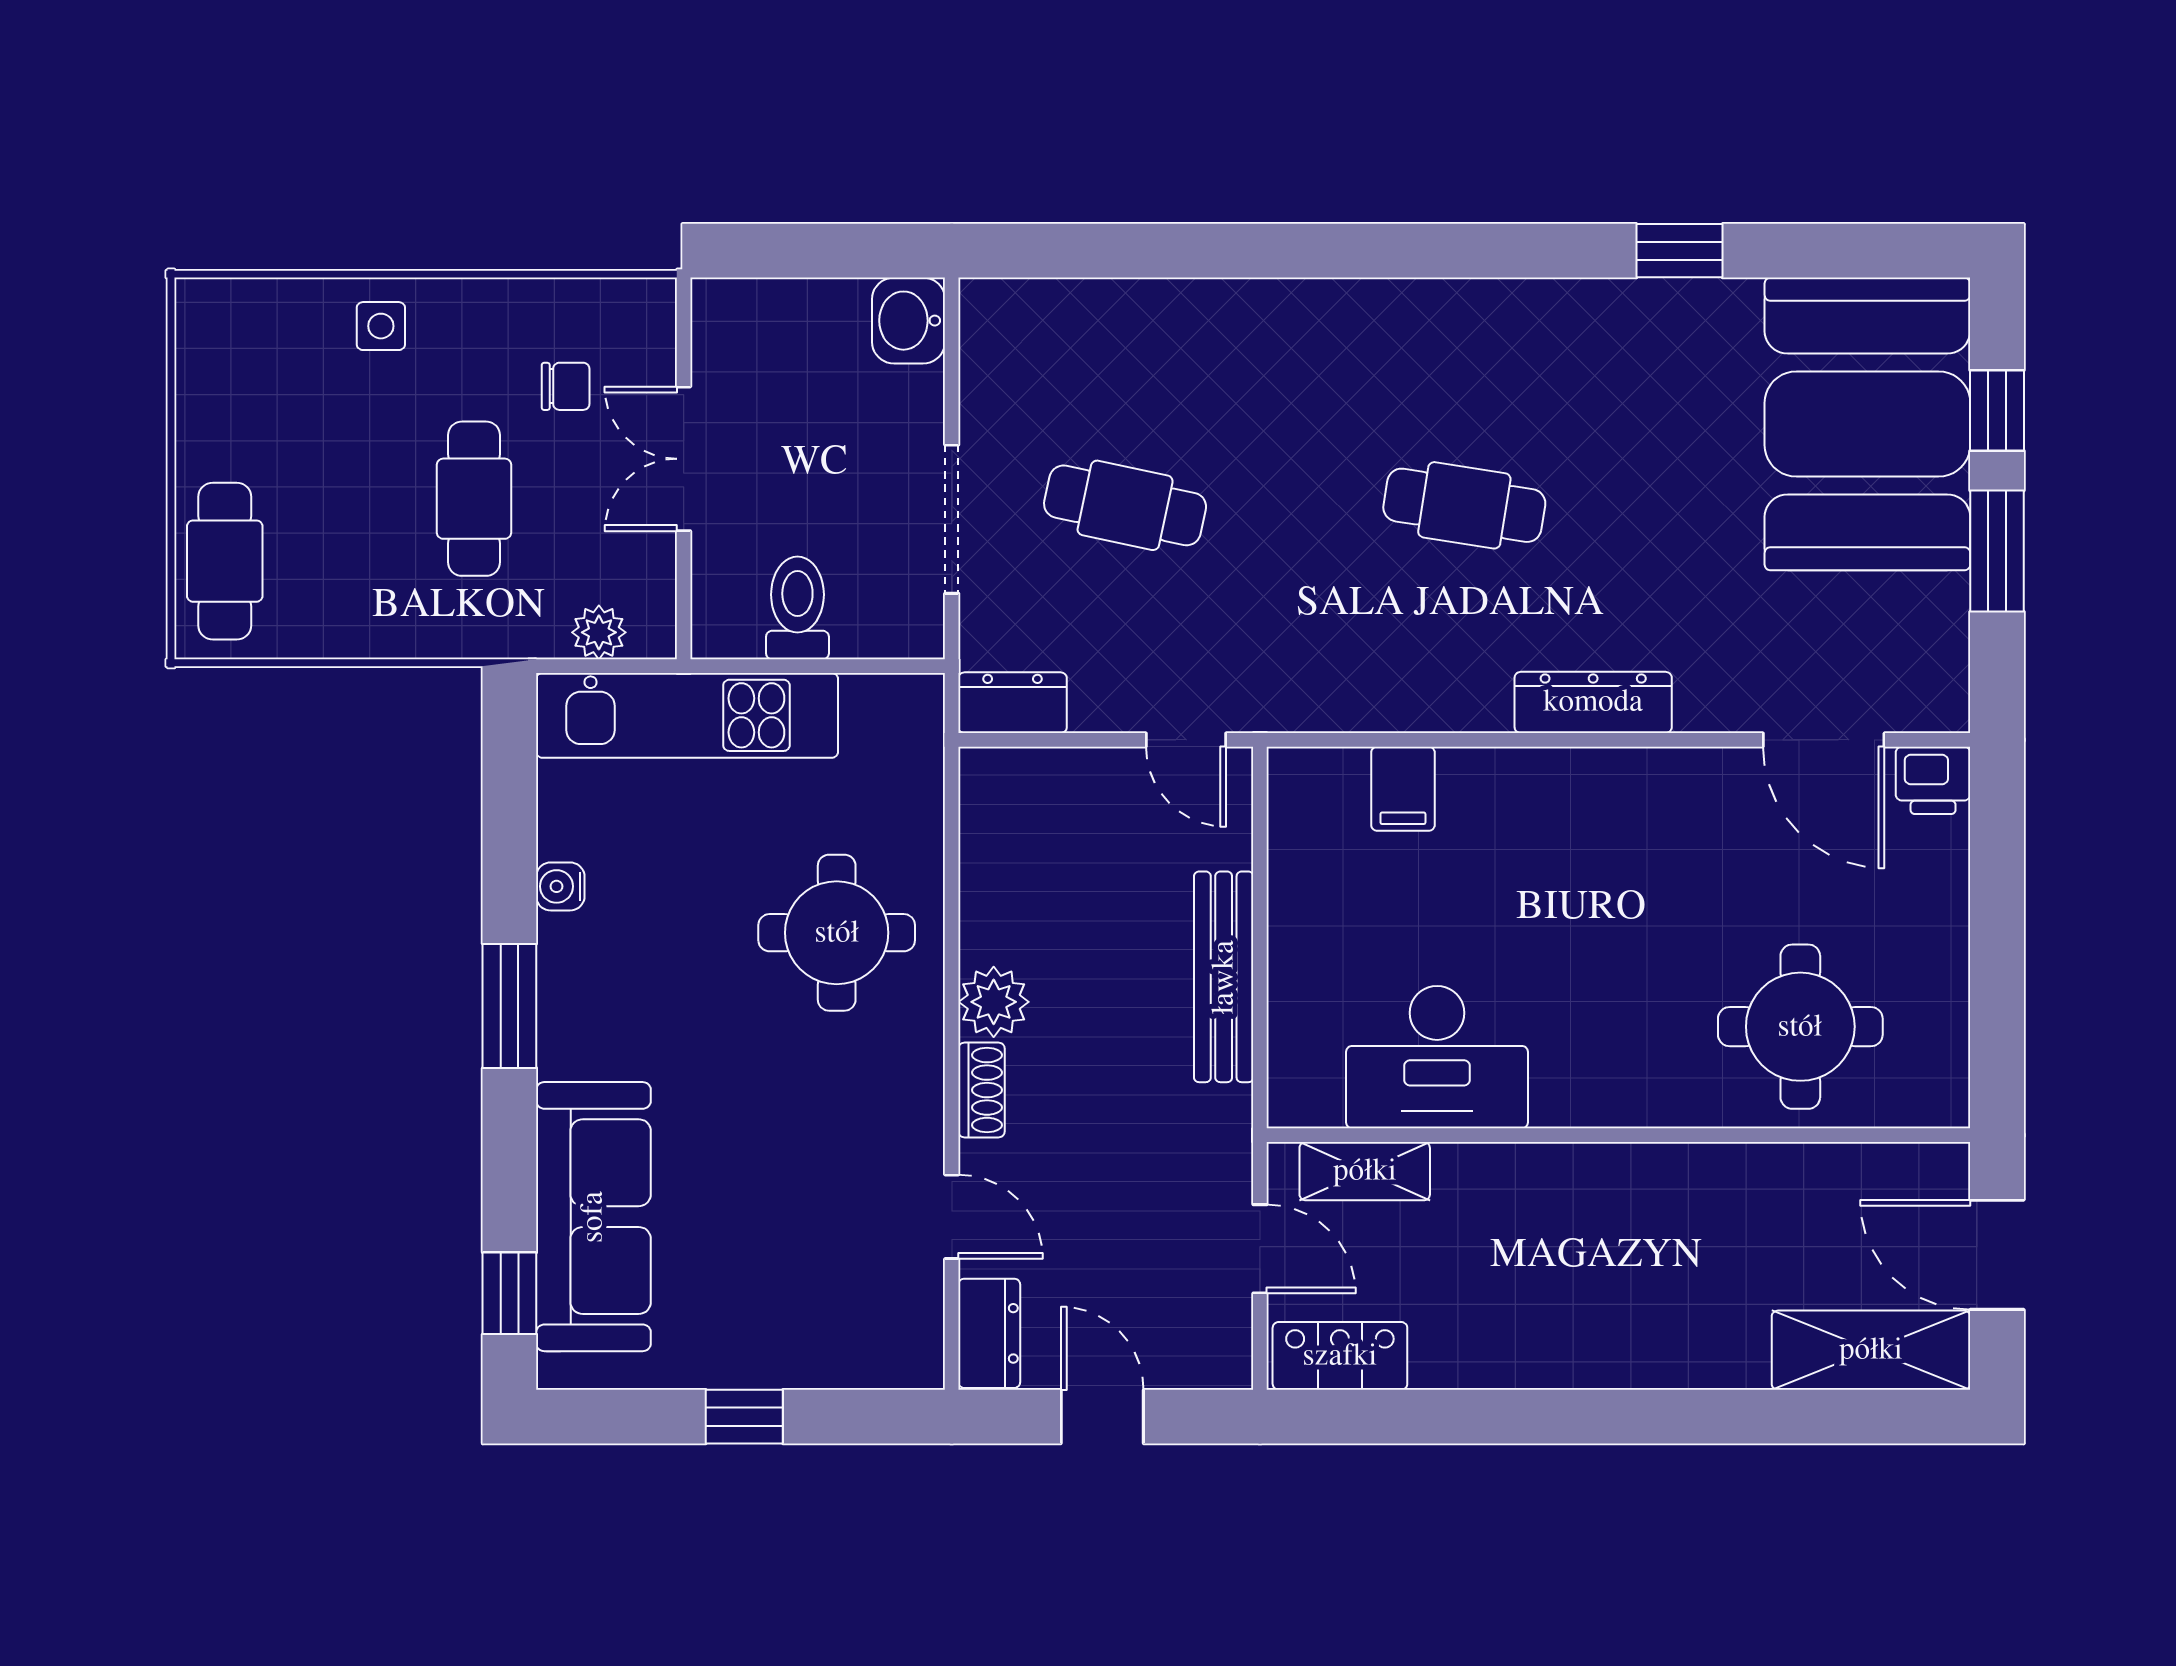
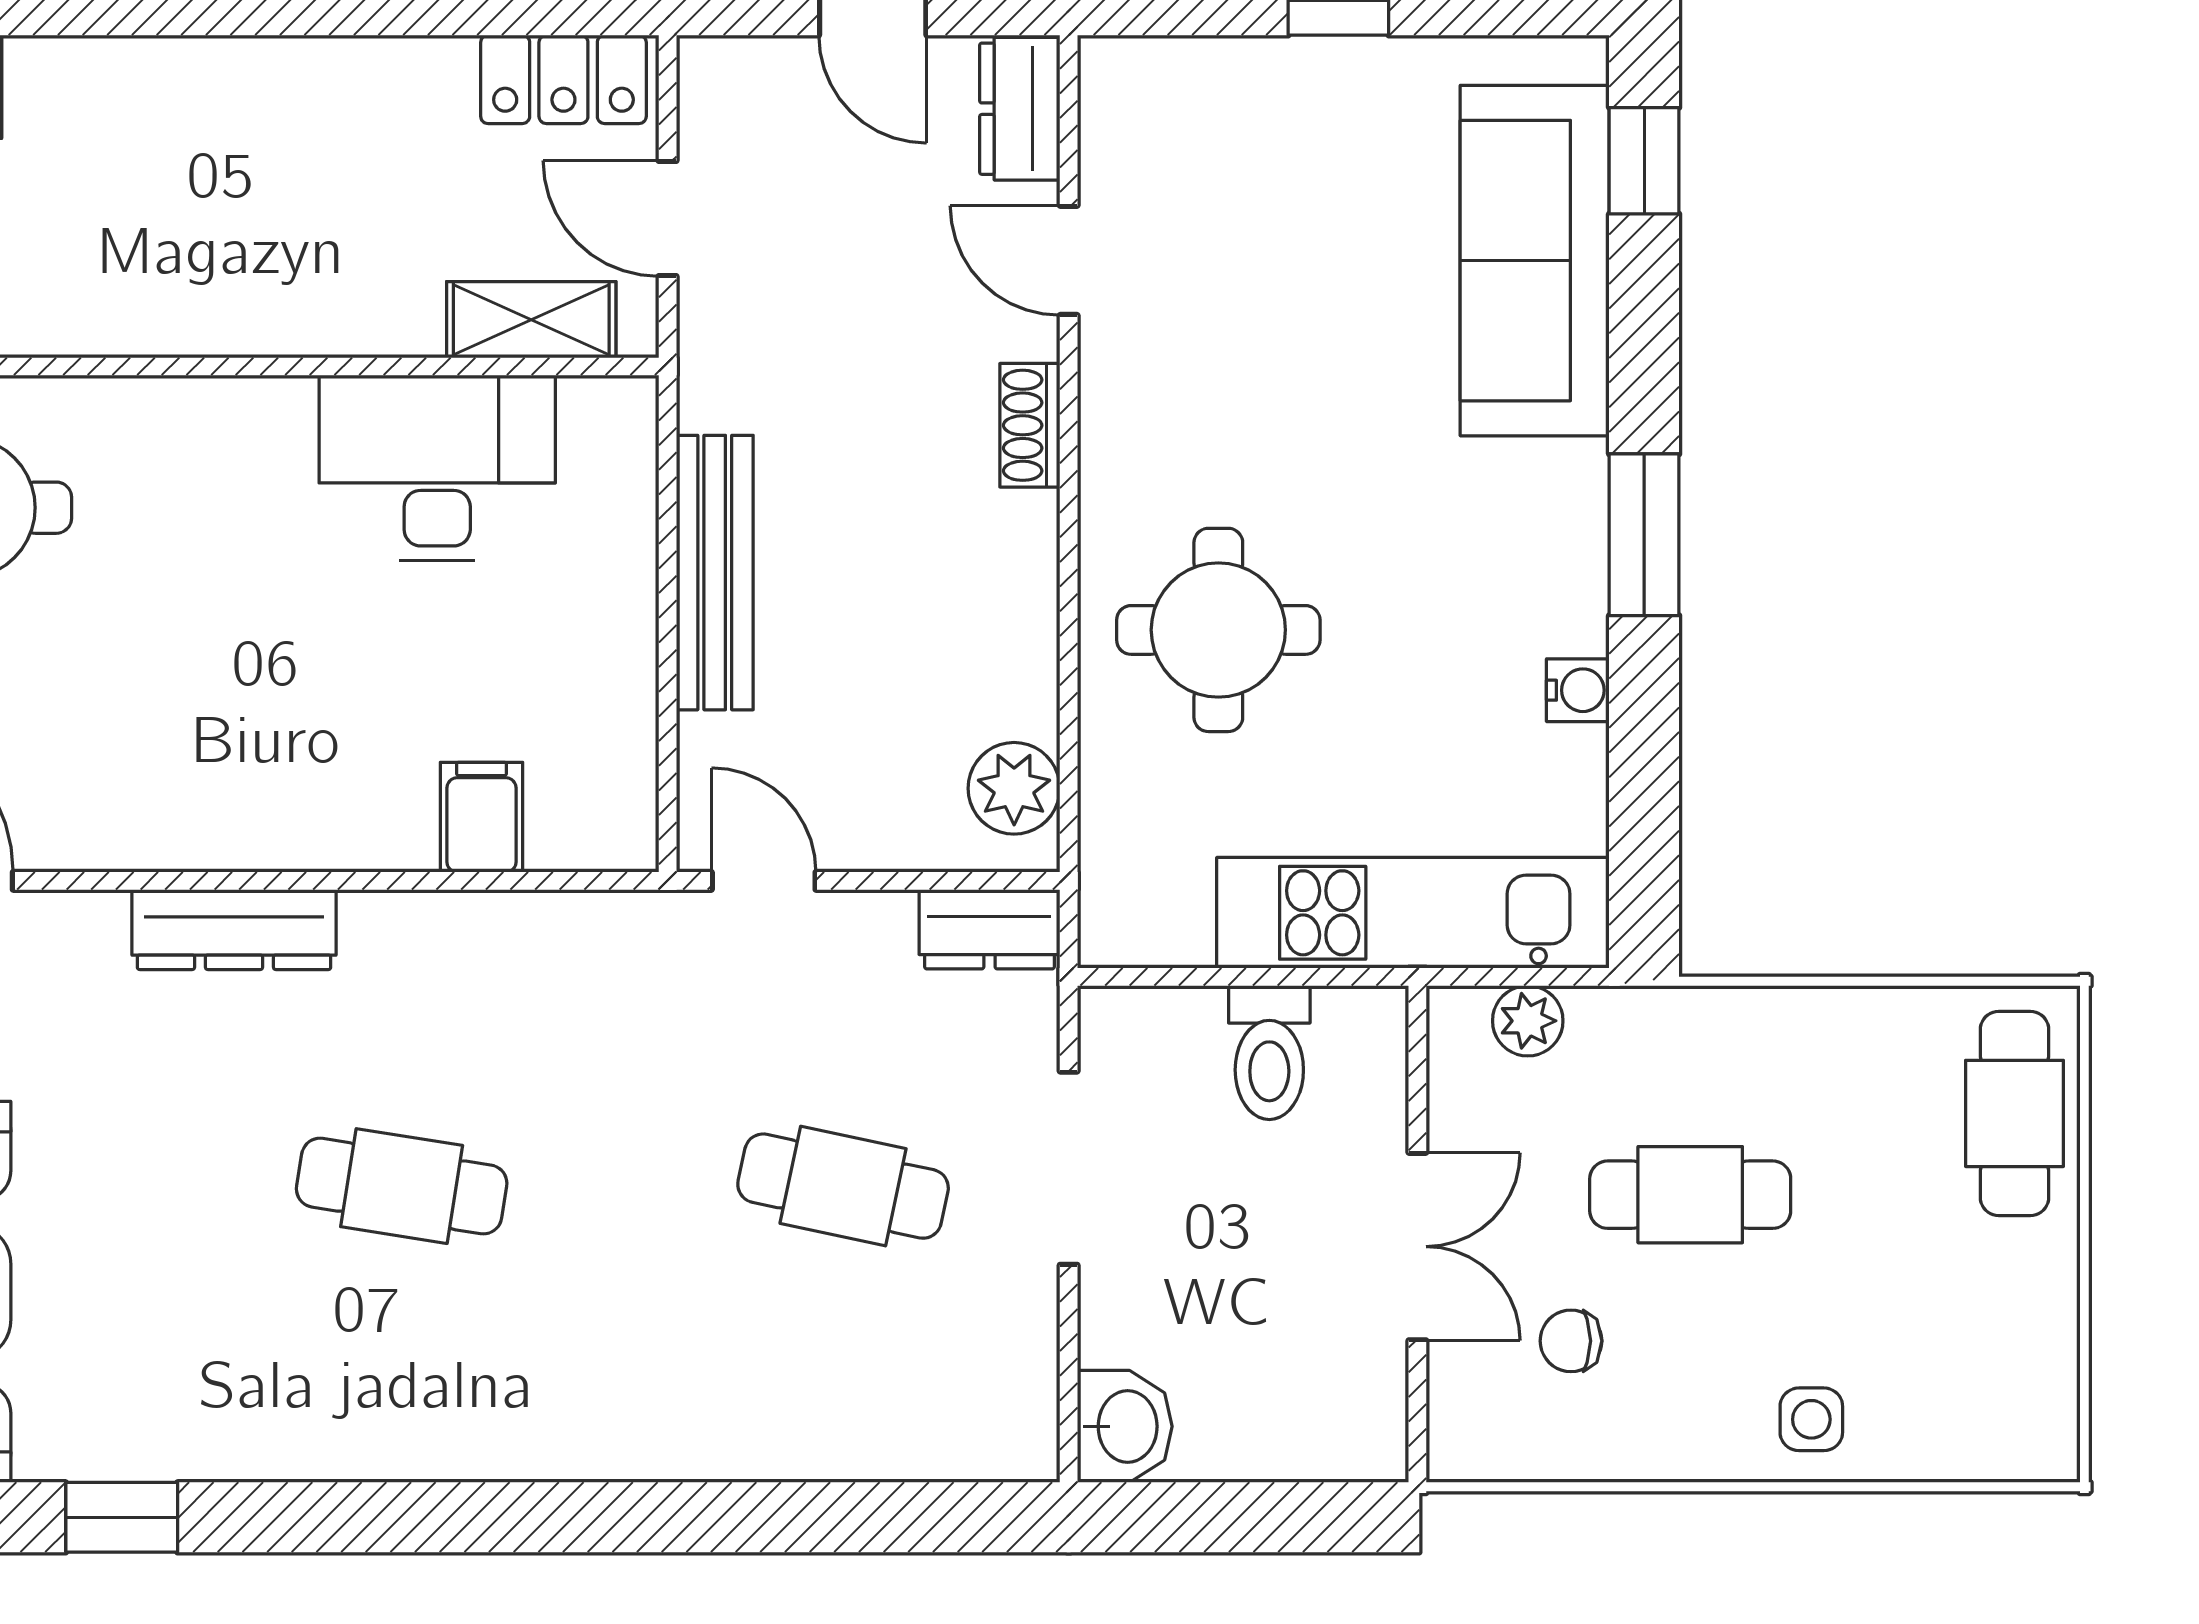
cafe table: (474, 499) -> (1690, 1195), turned 90
plant: (994, 1002) -> (1014, 788), moved

